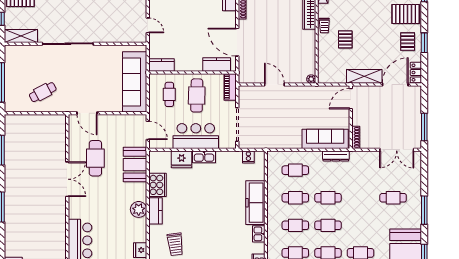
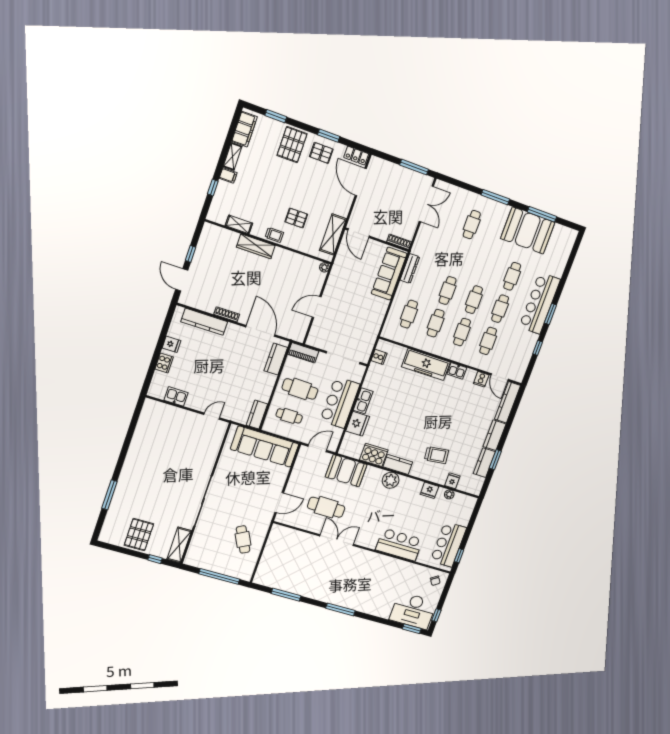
door: (237, 42) -> (260, 331), swing flipped
shelving: (364, 76) -> (333, 235), moved

